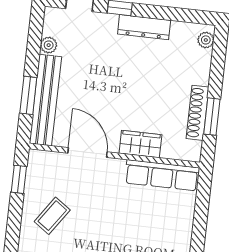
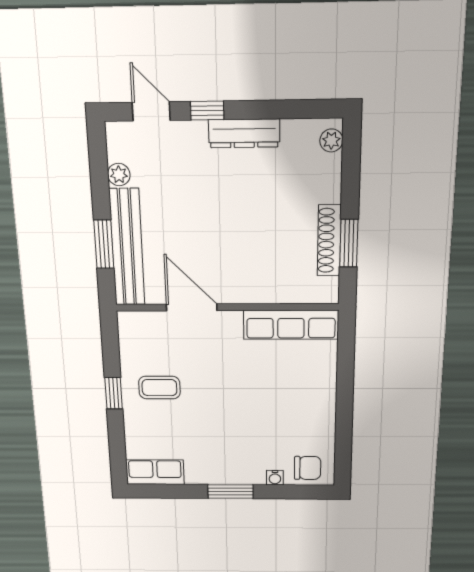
wardrobe: (140, 144) -> (258, 289), removed
window: (19, 179) -> (114, 393), moved
coffee table: (52, 216) -> (159, 388), turned 55

